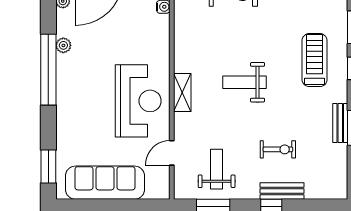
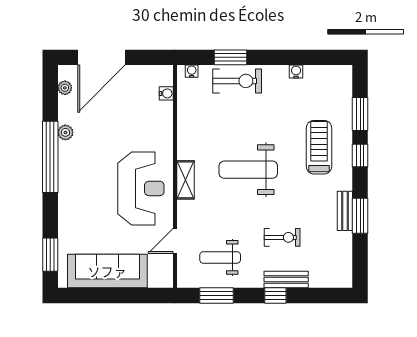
weight bench: (245, 82) -> (248, 170), width x1.36, depth x1.33
weight bench: (217, 169) -> (220, 257), turned -90

